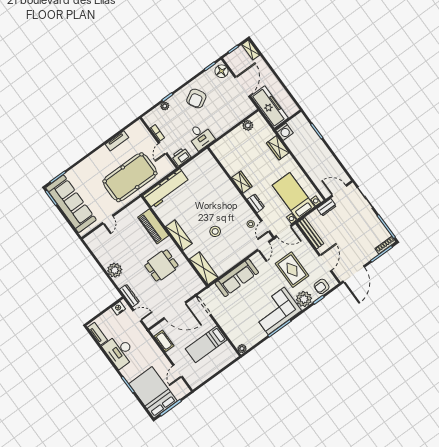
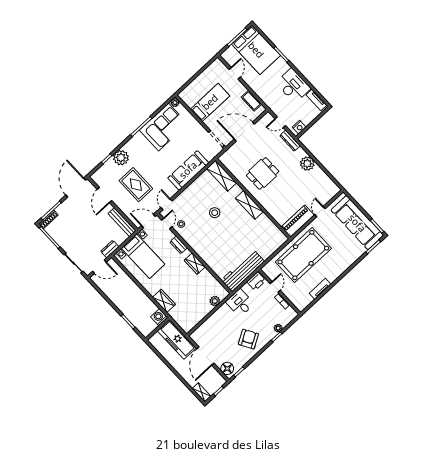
plant: (248, 125) -> (215, 301), moved
workbench: (166, 189) -> (243, 271), moved
piano: (153, 226) -> (298, 221), moved, turned -90
armchair: (322, 286) -> (105, 172), removed
corner sofa: (276, 311) -> (163, 127), moved

